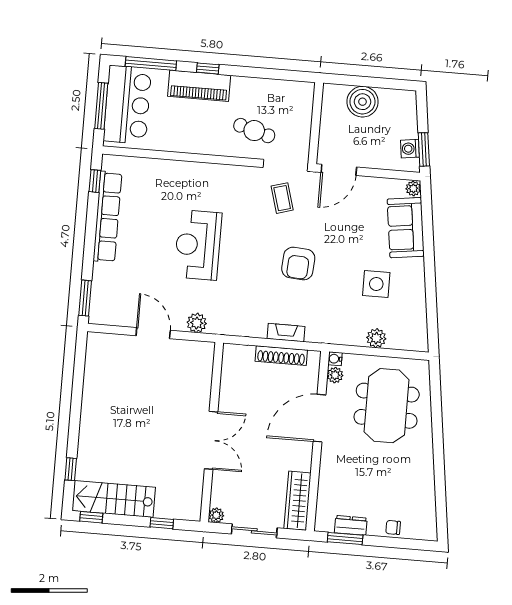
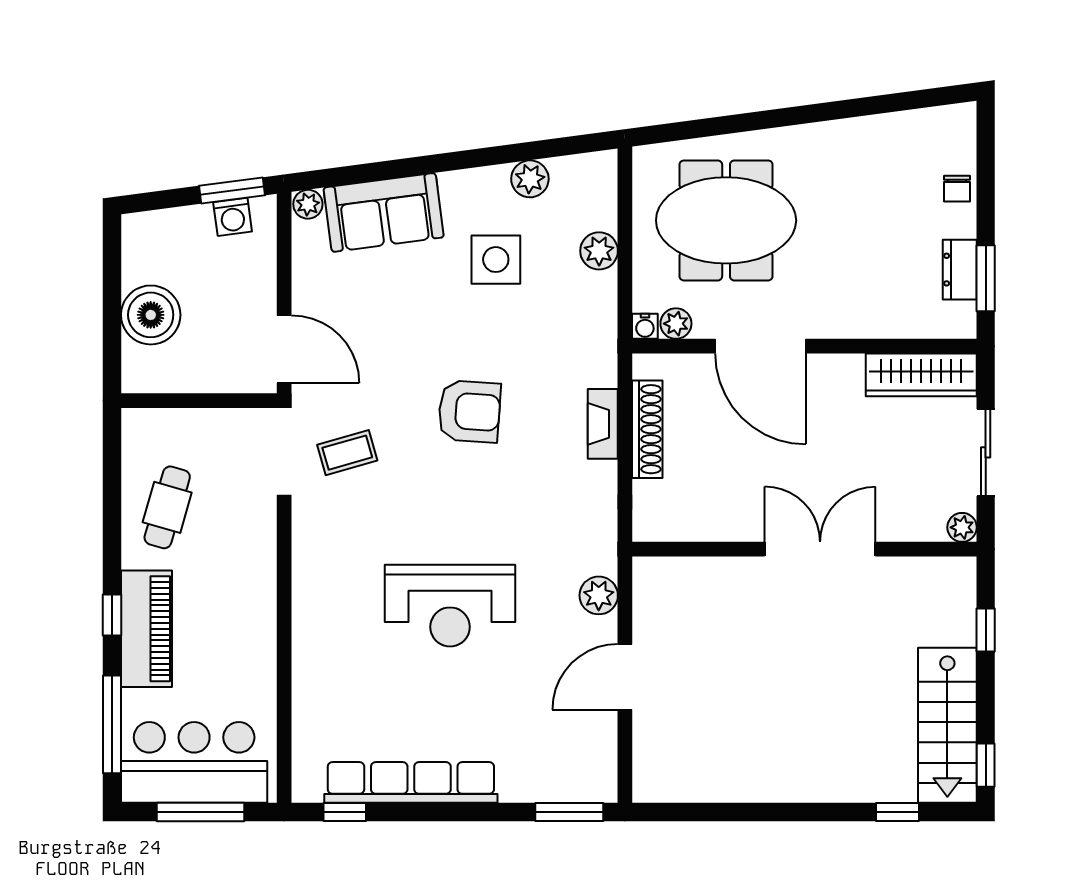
cafe table: (254, 131) -> (167, 507), moved
plant: (417, 305) -> (530, 179), added

